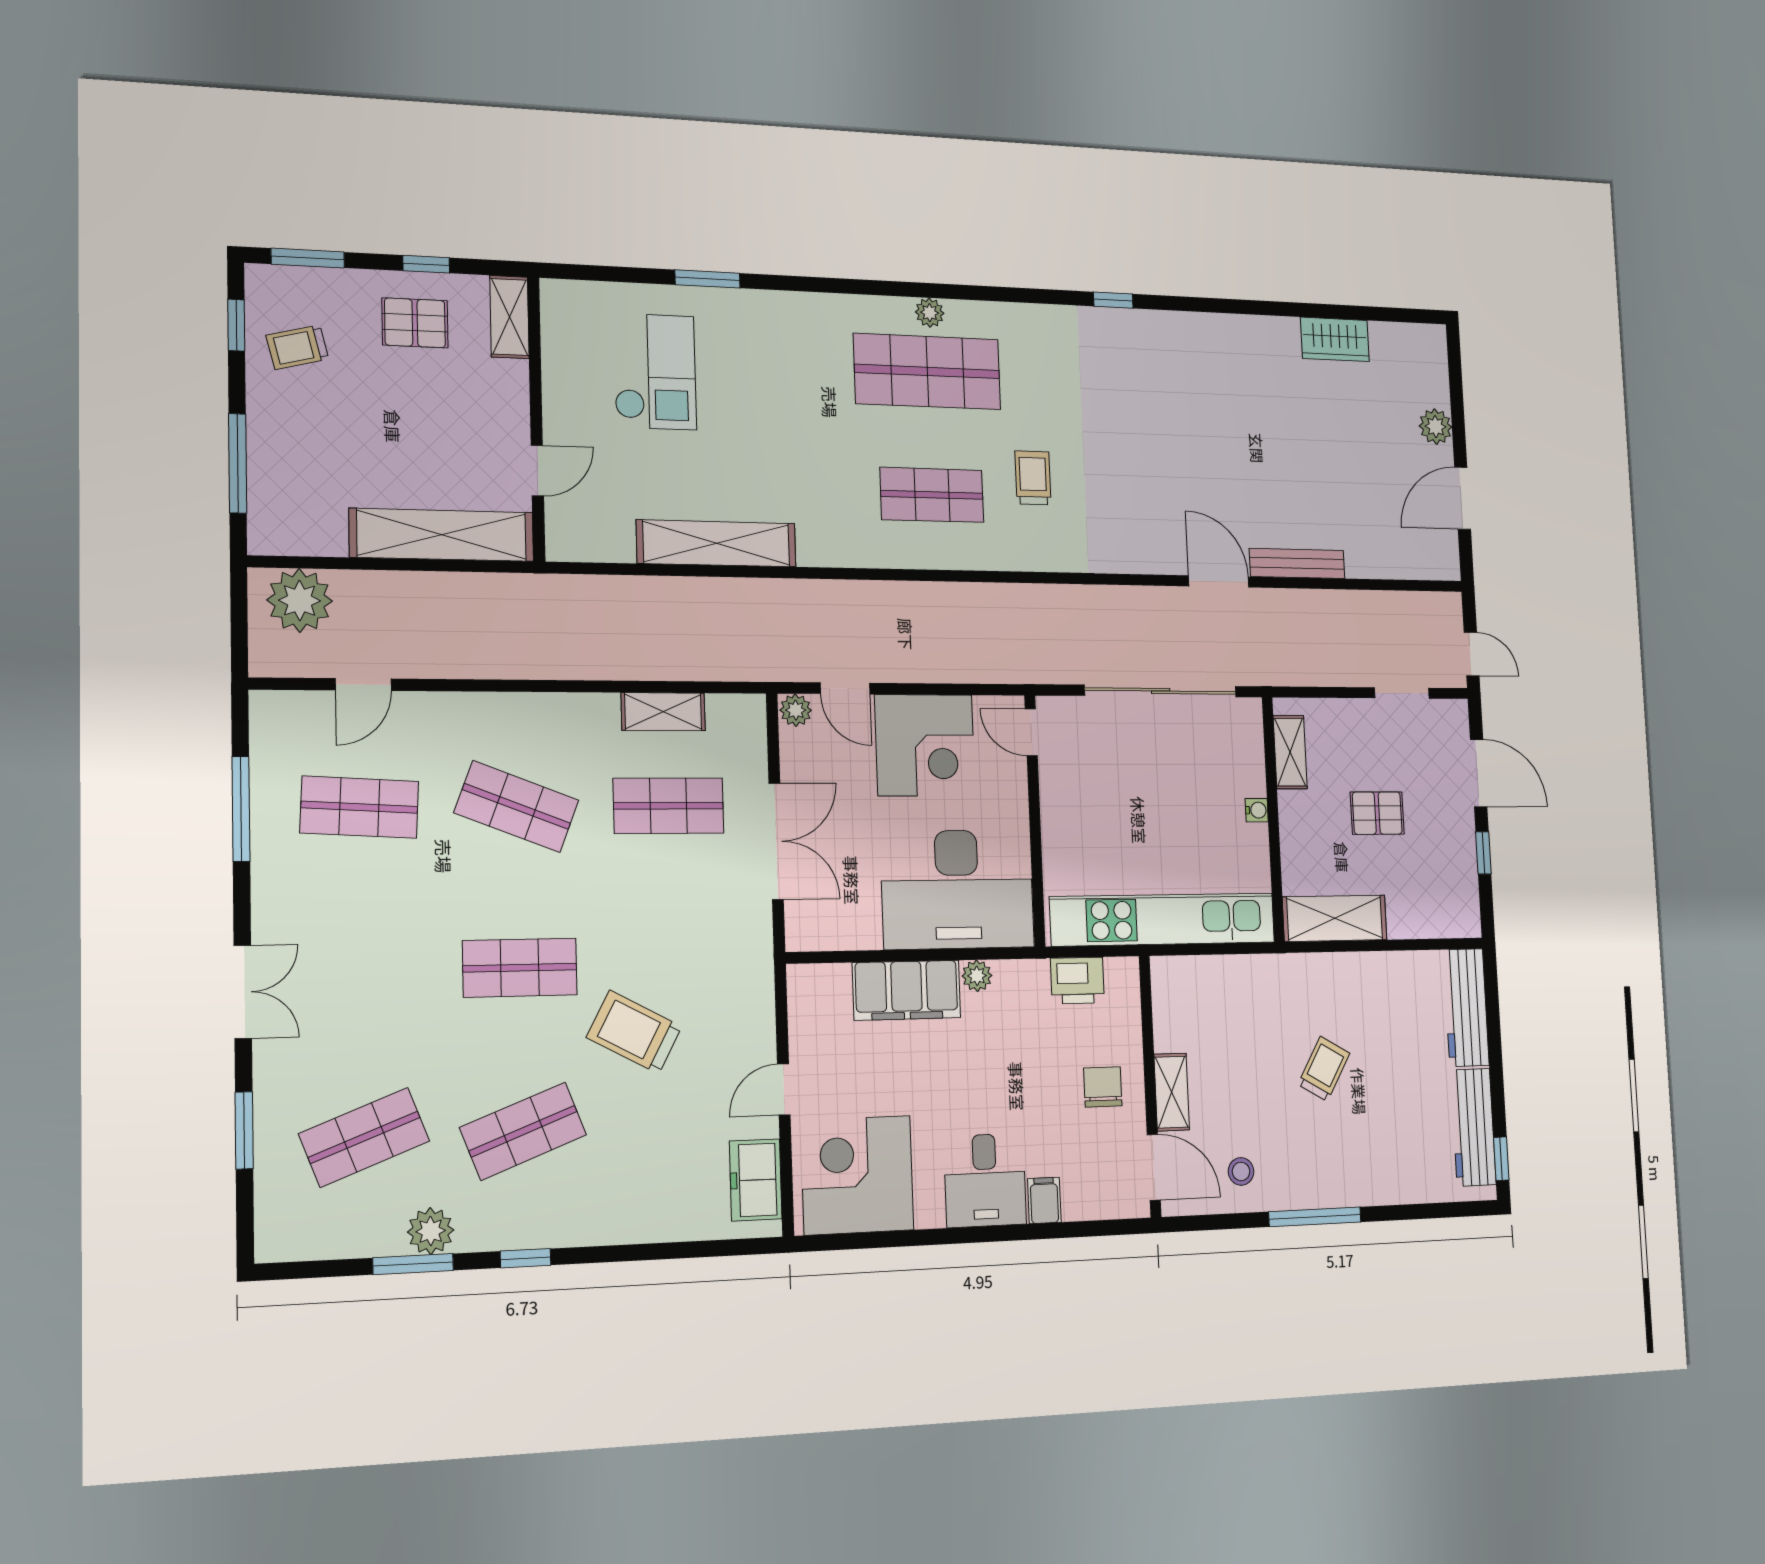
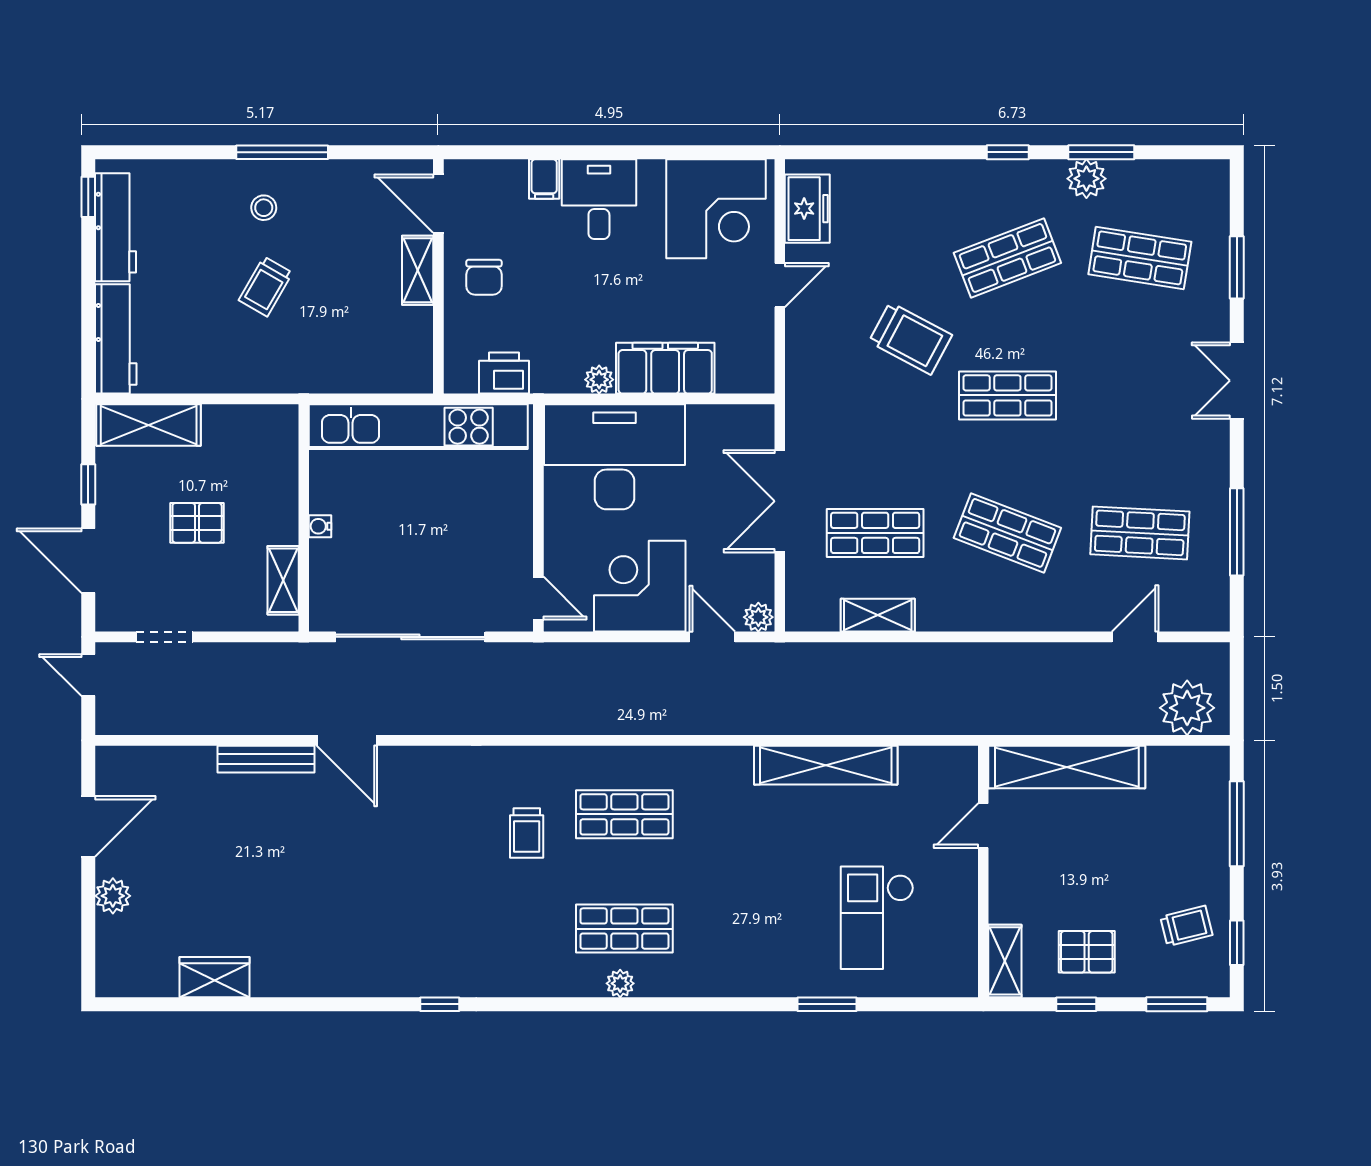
shop shelf: (927, 371) -> (624, 929), width x0.70, depth x0.74
shelving: (1335, 918) -> (149, 425), moved
shop shelf: (364, 1137) -> (1140, 258), turned 30
stool: (1241, 1171) -> (264, 208), moved

